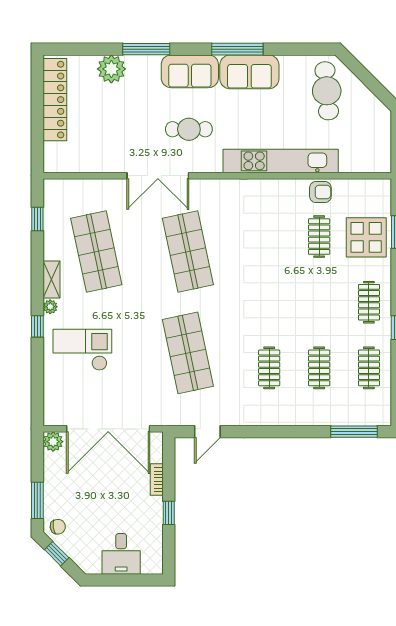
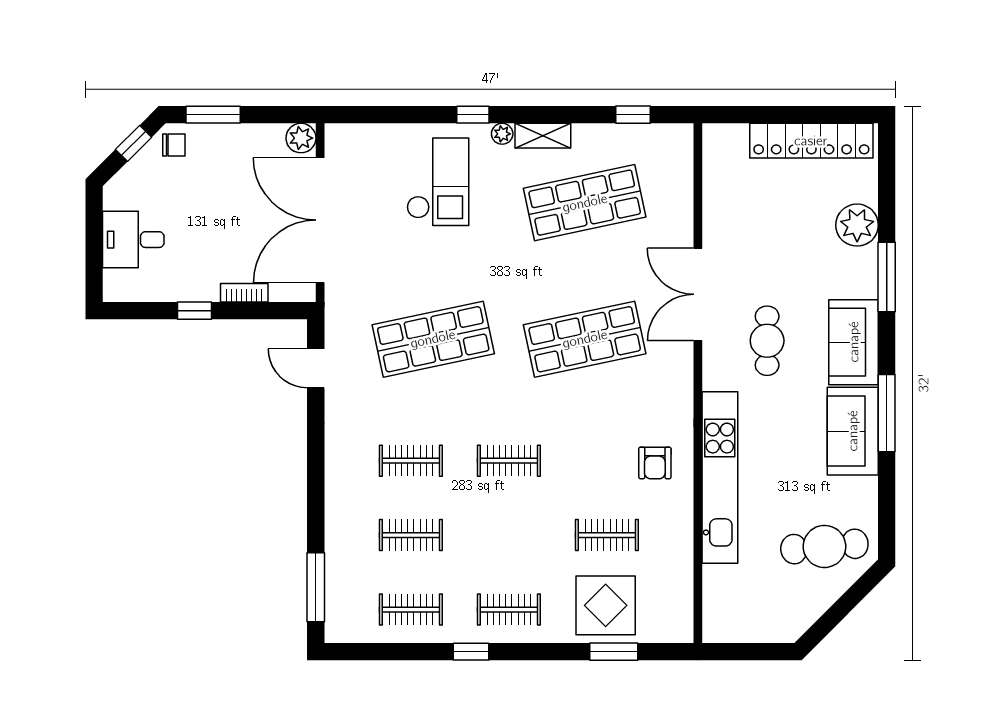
armchair: (320, 192) -> (655, 463), moved
clothes rail: (269, 302) -> (509, 461), added
chair: (58, 527) -> (174, 145), turned -82

